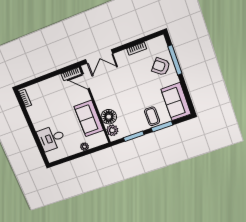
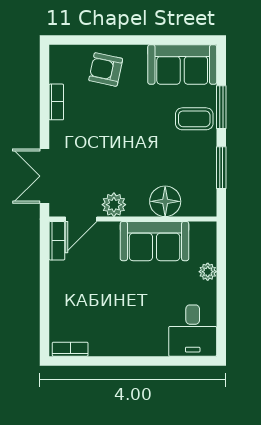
double door: (99, 56) -> (44, 176), swing flipped
window: (175, 60) -> (103, 40), removed
armchair: (161, 67) -> (106, 70), turned 62
plant: (112, 130) -> (114, 205), moved
desk: (51, 138) -> (193, 331), moved

